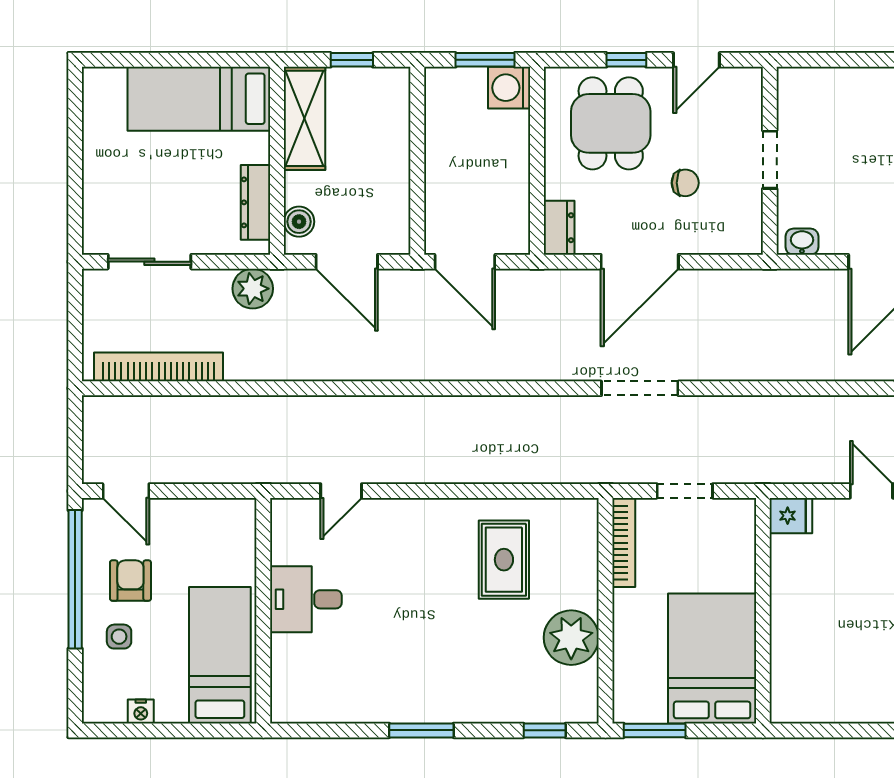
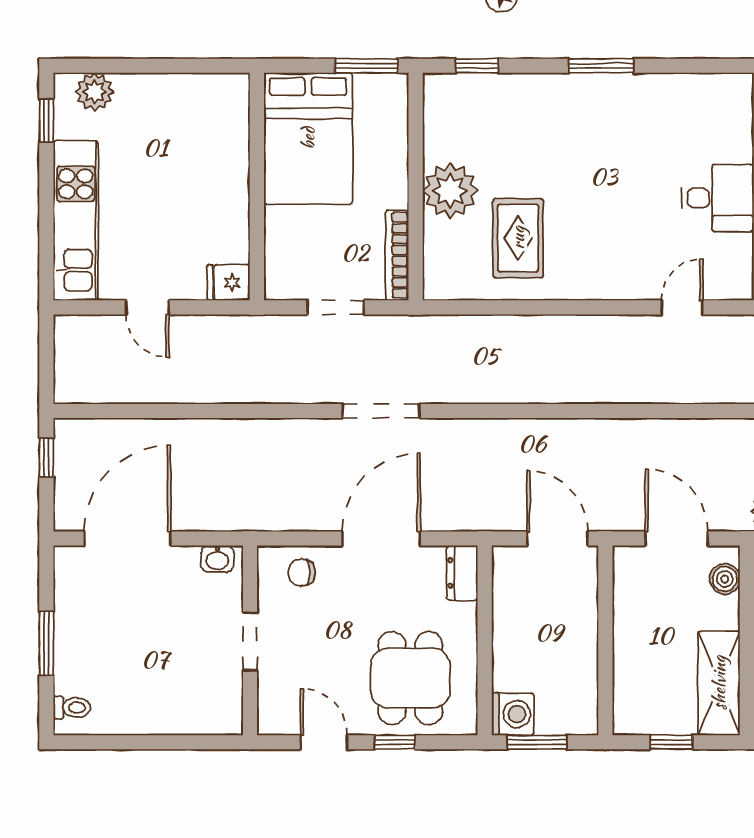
door: (696, 60) -> (324, 742), hinge flipped
chair: (685, 183) -> (302, 573), moved
plant: (571, 638) -> (450, 191), moved

